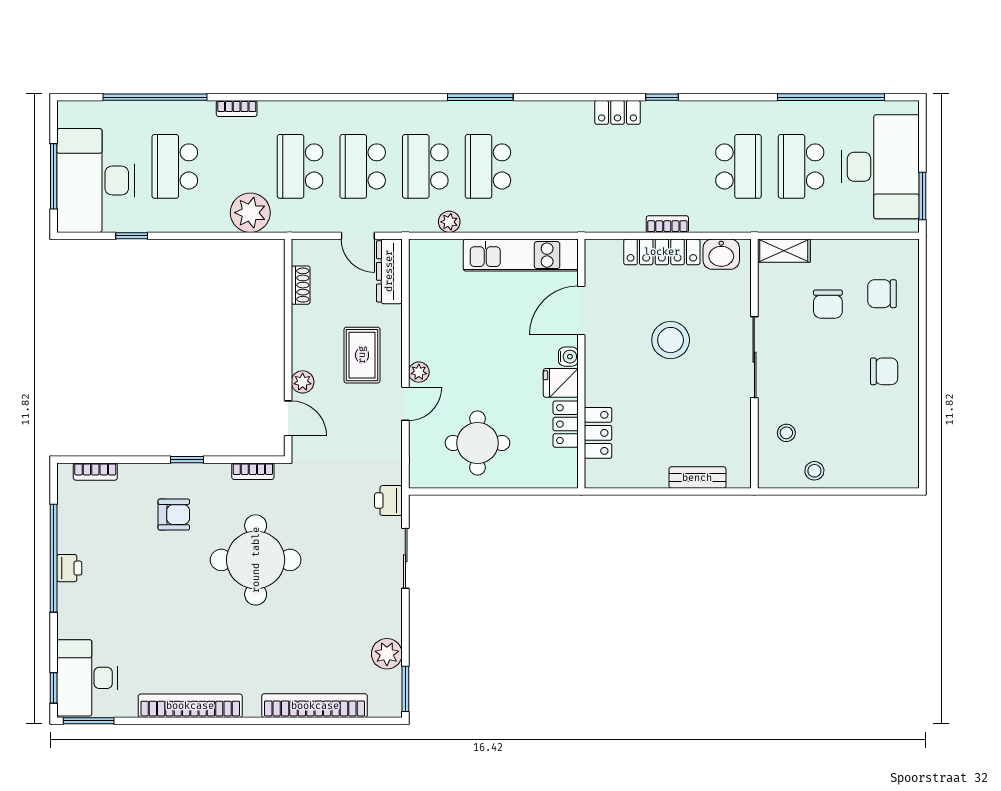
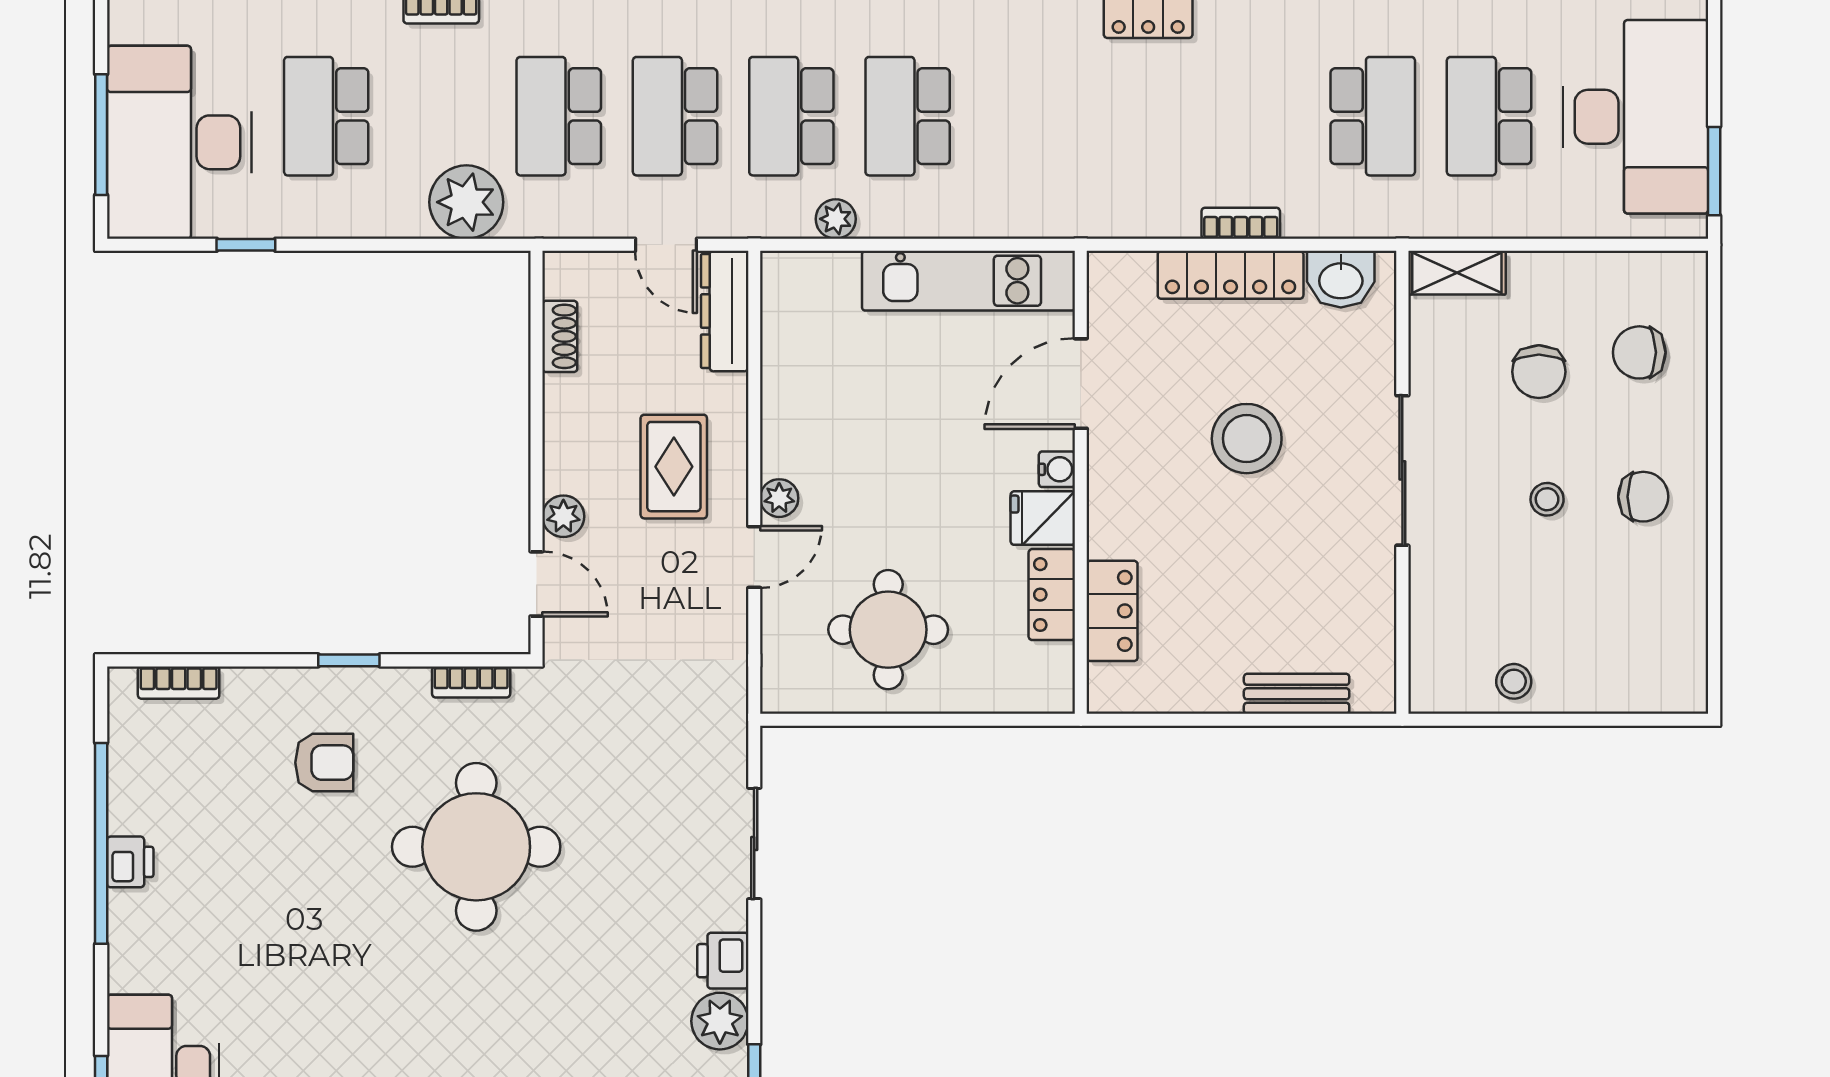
stool: (786, 433) -> (1547, 499), moved
printer: (388, 501) -> (723, 961), moved

